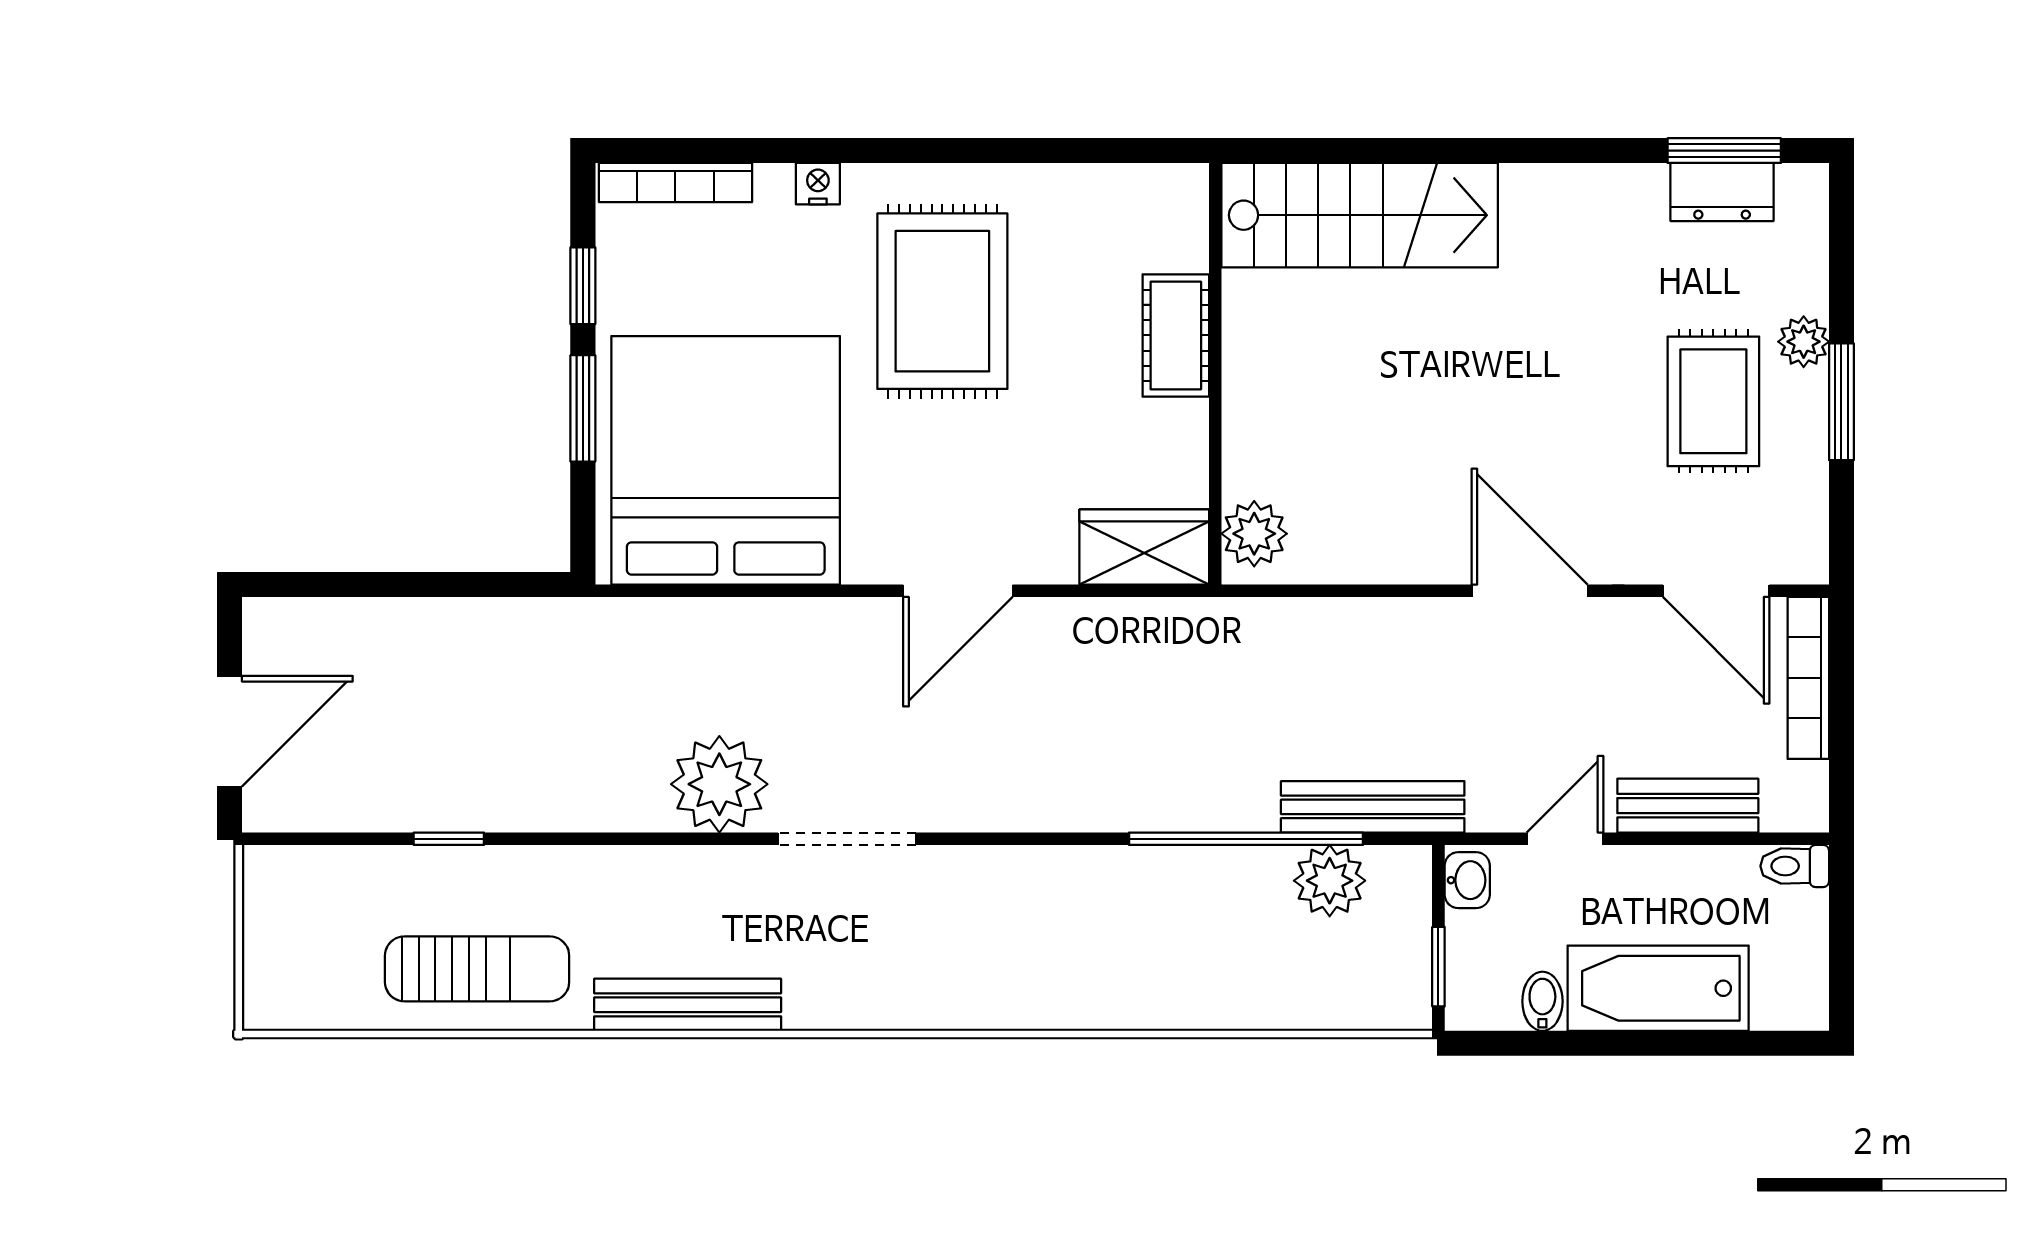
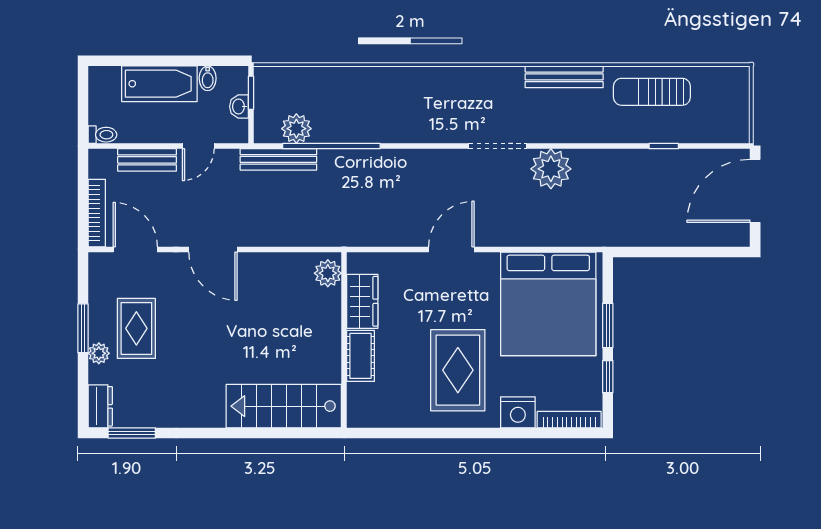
nightstand: (818, 184) -> (518, 412), width x1.89, depth x1.79
dresser: (1722, 192) -> (100, 406), moved, turned 90
wardrobe: (1144, 547) -> (362, 301), moved, turned -90
door: (230, 731) -> (755, 191), width x1.36
washbasin: (1467, 880) -> (239, 107), moved

